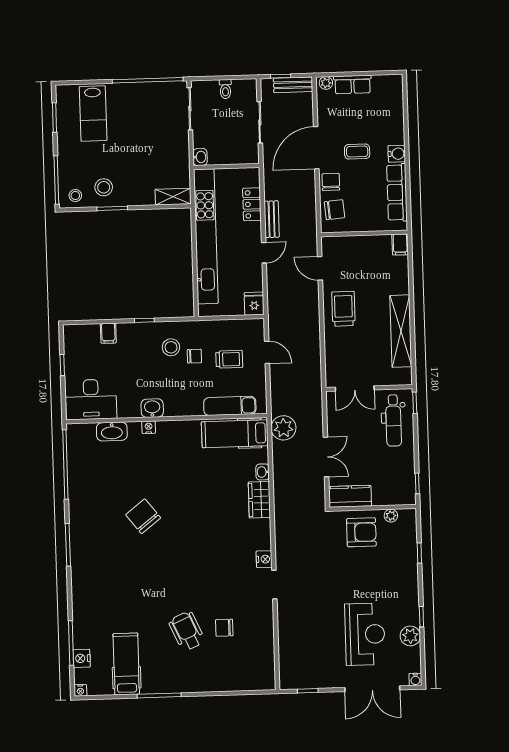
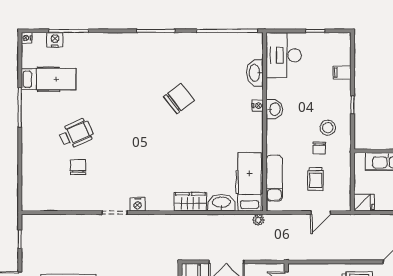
plant: (283, 428) -> (258, 220), width x0.53, depth x0.53
washbasin: (263, 472) -> (221, 203), width x1.91, depth x1.45

